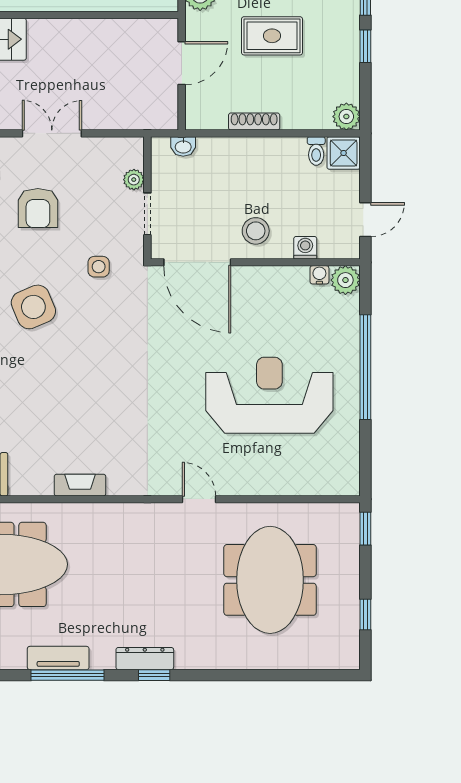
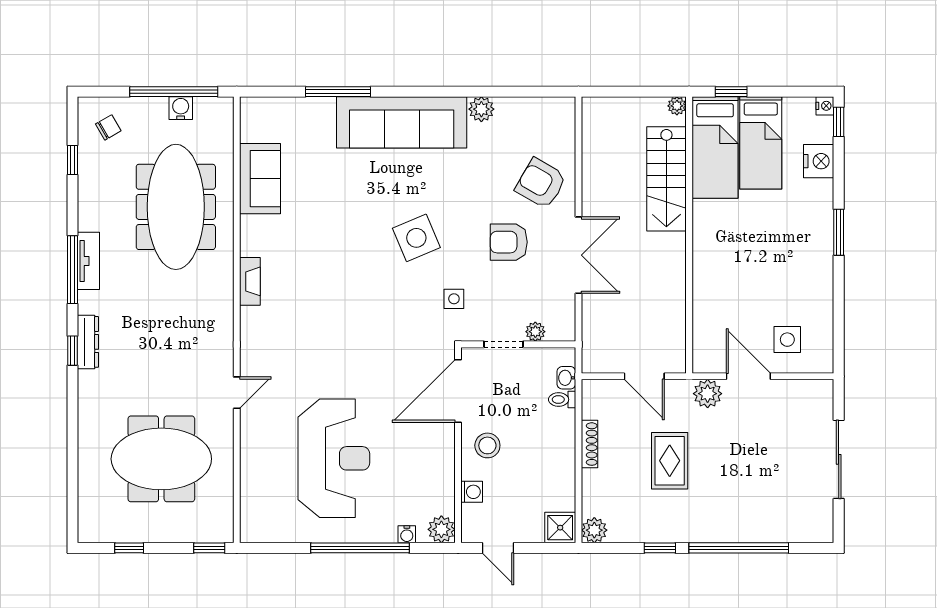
double door: (52, 133) -> (579, 255), width x1.37
toilet: (316, 151) -> (562, 399), moved
water cooler: (319, 275) -> (407, 534), moved, turned 90

